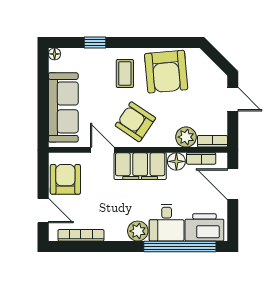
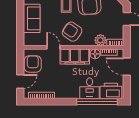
sofa: (63, 107) -> (32, 18), width x0.73
door: (43, 211) -> (20, 81), hinge flipped
plant: (138, 231) -> (73, 93), removed

